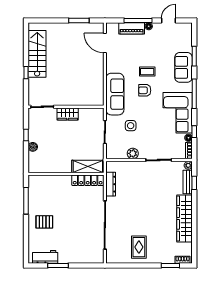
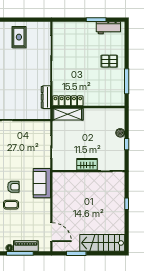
stairs: (37, 54) -> (102, 243), moved, turned 90
sofa: (115, 94) -> (42, 183), width x0.73
side table: (131, 126) -> (27, 153), removed
plant: (133, 153) -> (25, 126), removed

